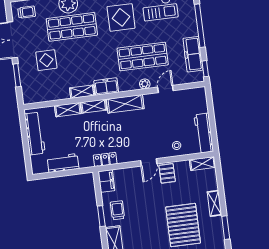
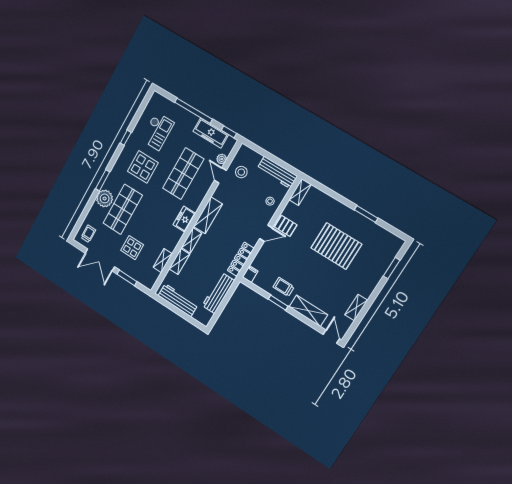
plant: (145, 84) -> (222, 159), moved
shelving: (82, 92) -> (163, 261), moved
stool: (181, 104) -> (241, 172), added
locker: (105, 159) -> (241, 259), width x1.53
door: (149, 162) -> (266, 233), hinge flipped
workbench: (63, 163) -> (218, 293), width x1.38
filing cabinet: (106, 181) -> (250, 274), width x0.50
shelving: (214, 203) -> (339, 208), removed

